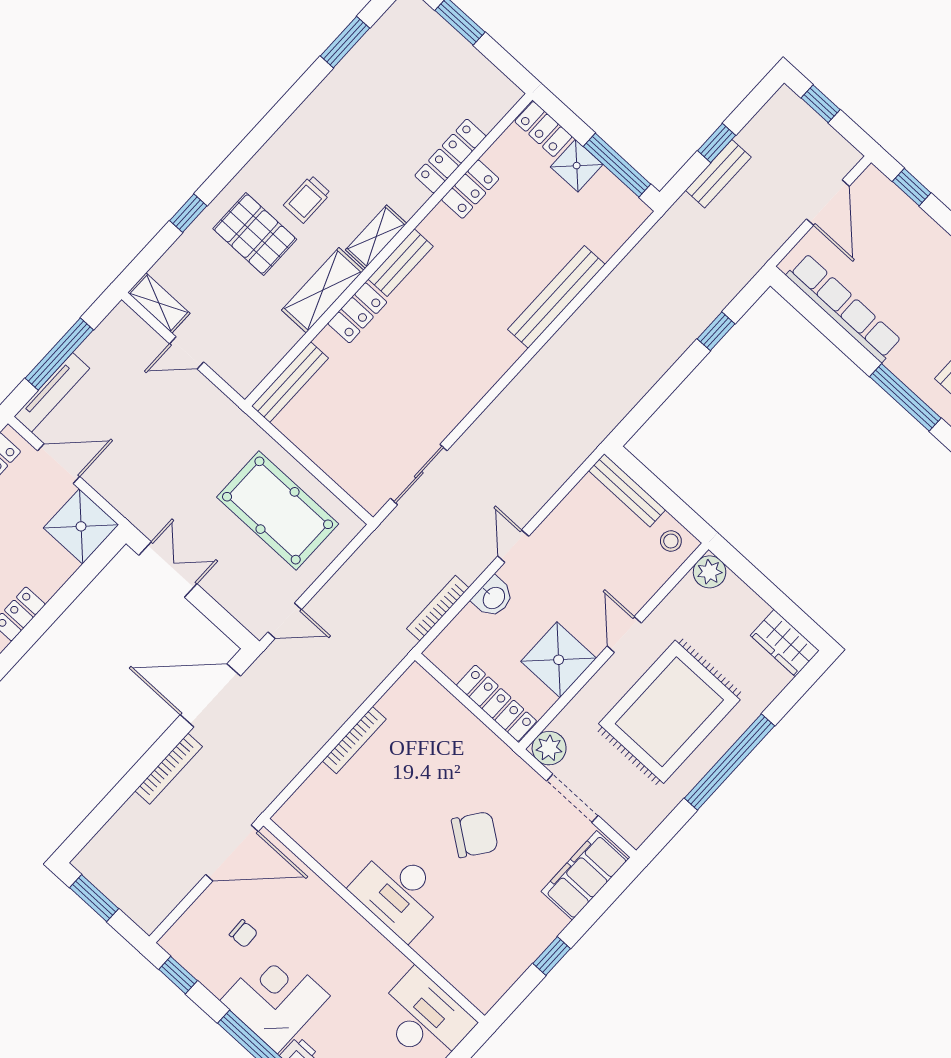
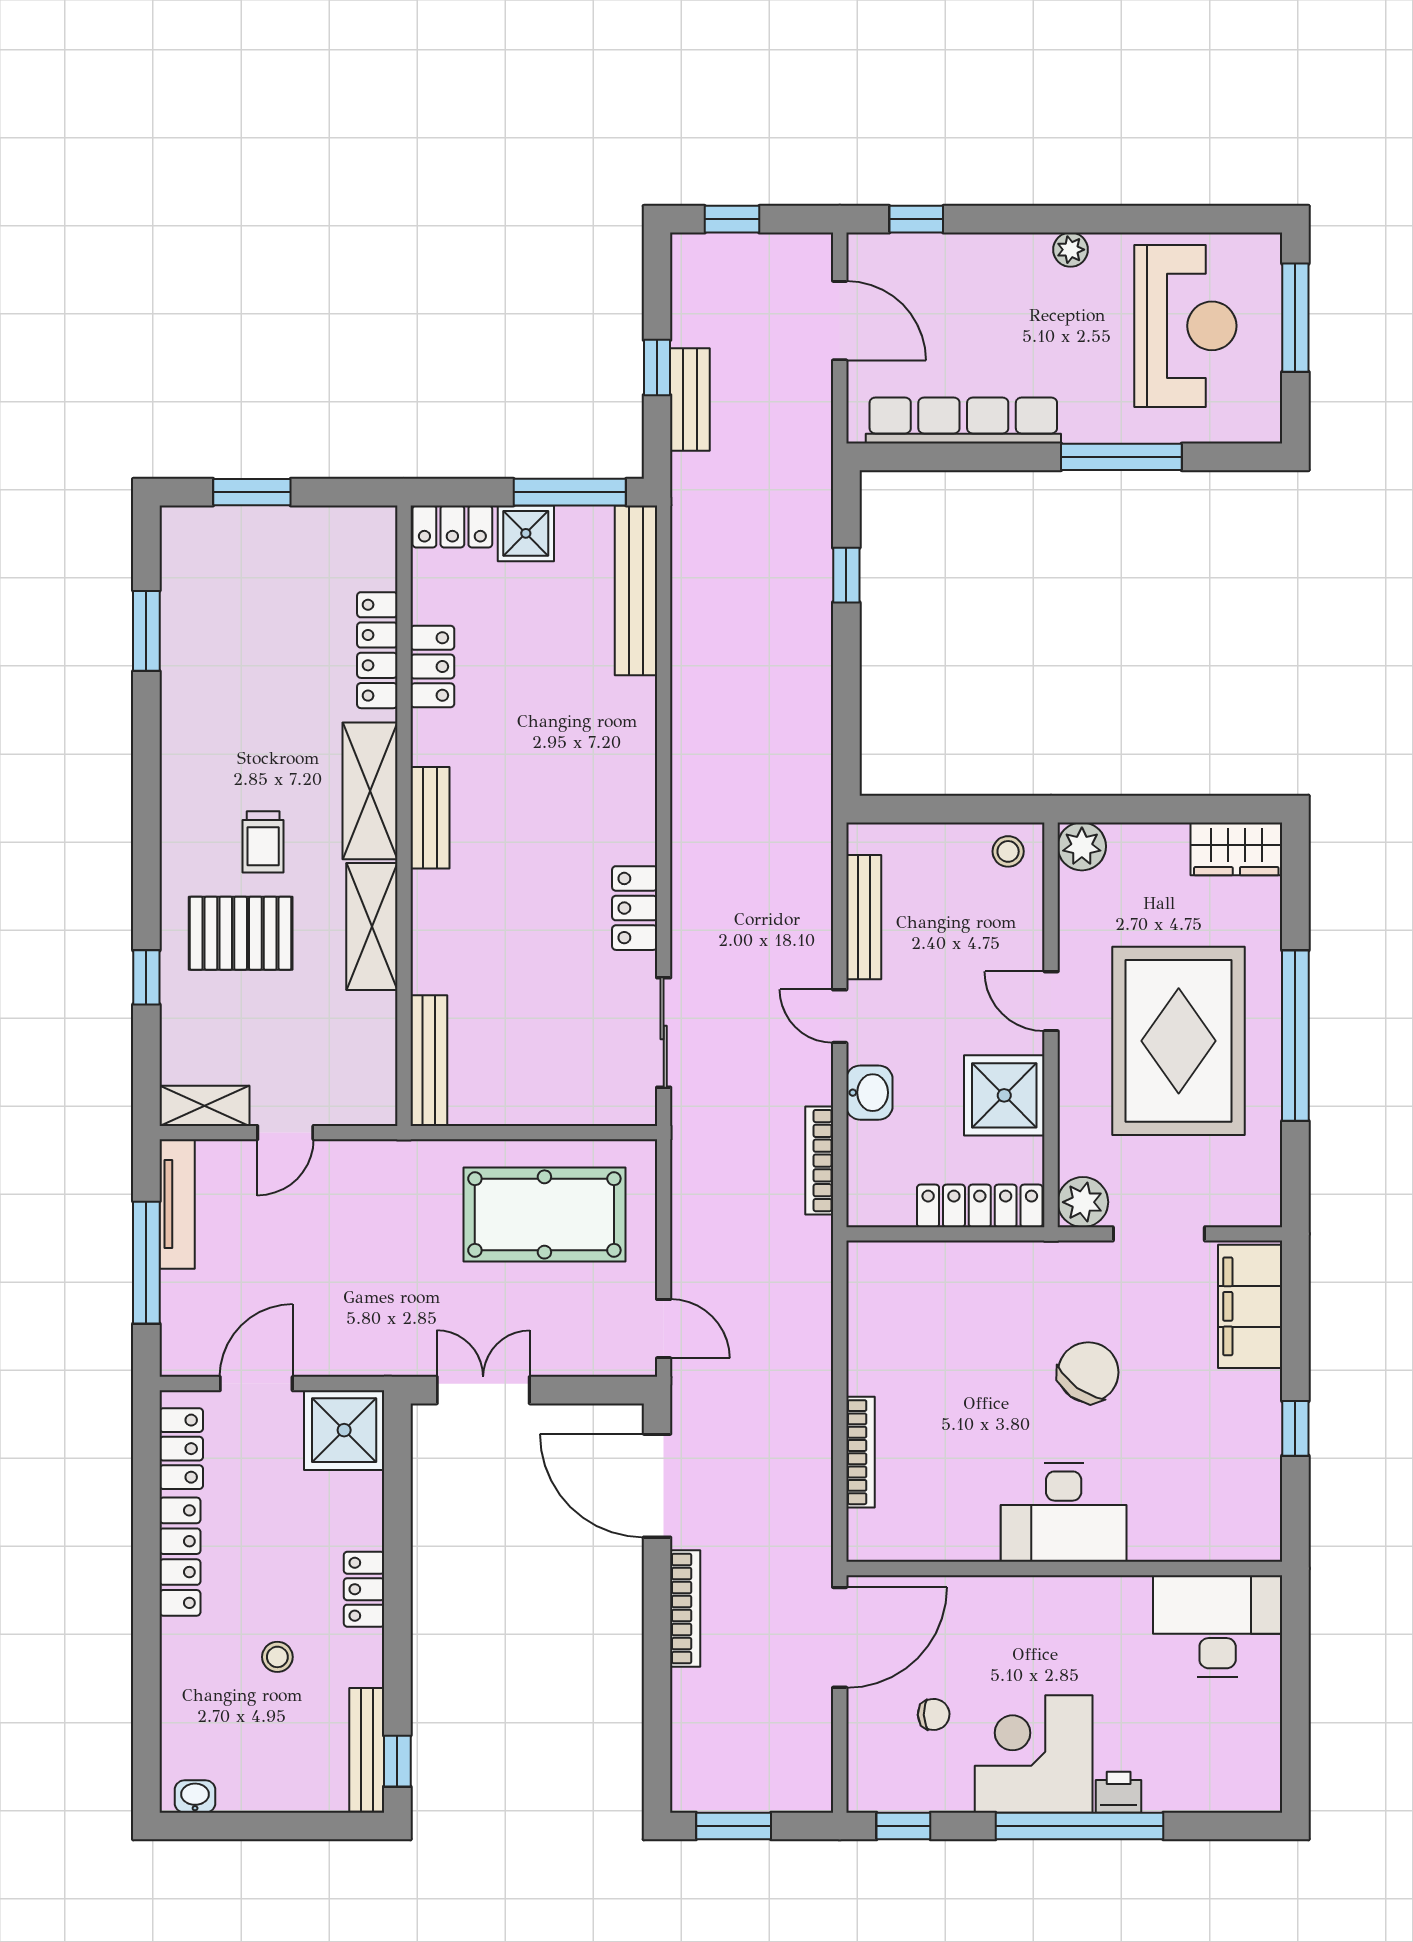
shelving: (376, 237) -> (370, 791), width x1.50, depth x1.33
bench: (556, 297) -> (636, 590), moved
locker: (357, 313) -> (635, 908), moved, turned 180
tv unit: (52, 392) -> (177, 1204), moved
bench: (627, 490) -> (864, 917), moved, turned 90
door: (285, 621) -> (664, 1329), hinge flipped
door: (210, 695) -> (657, 1486), hinge flipped
bookcase: (354, 740) -> (861, 1452), moved

